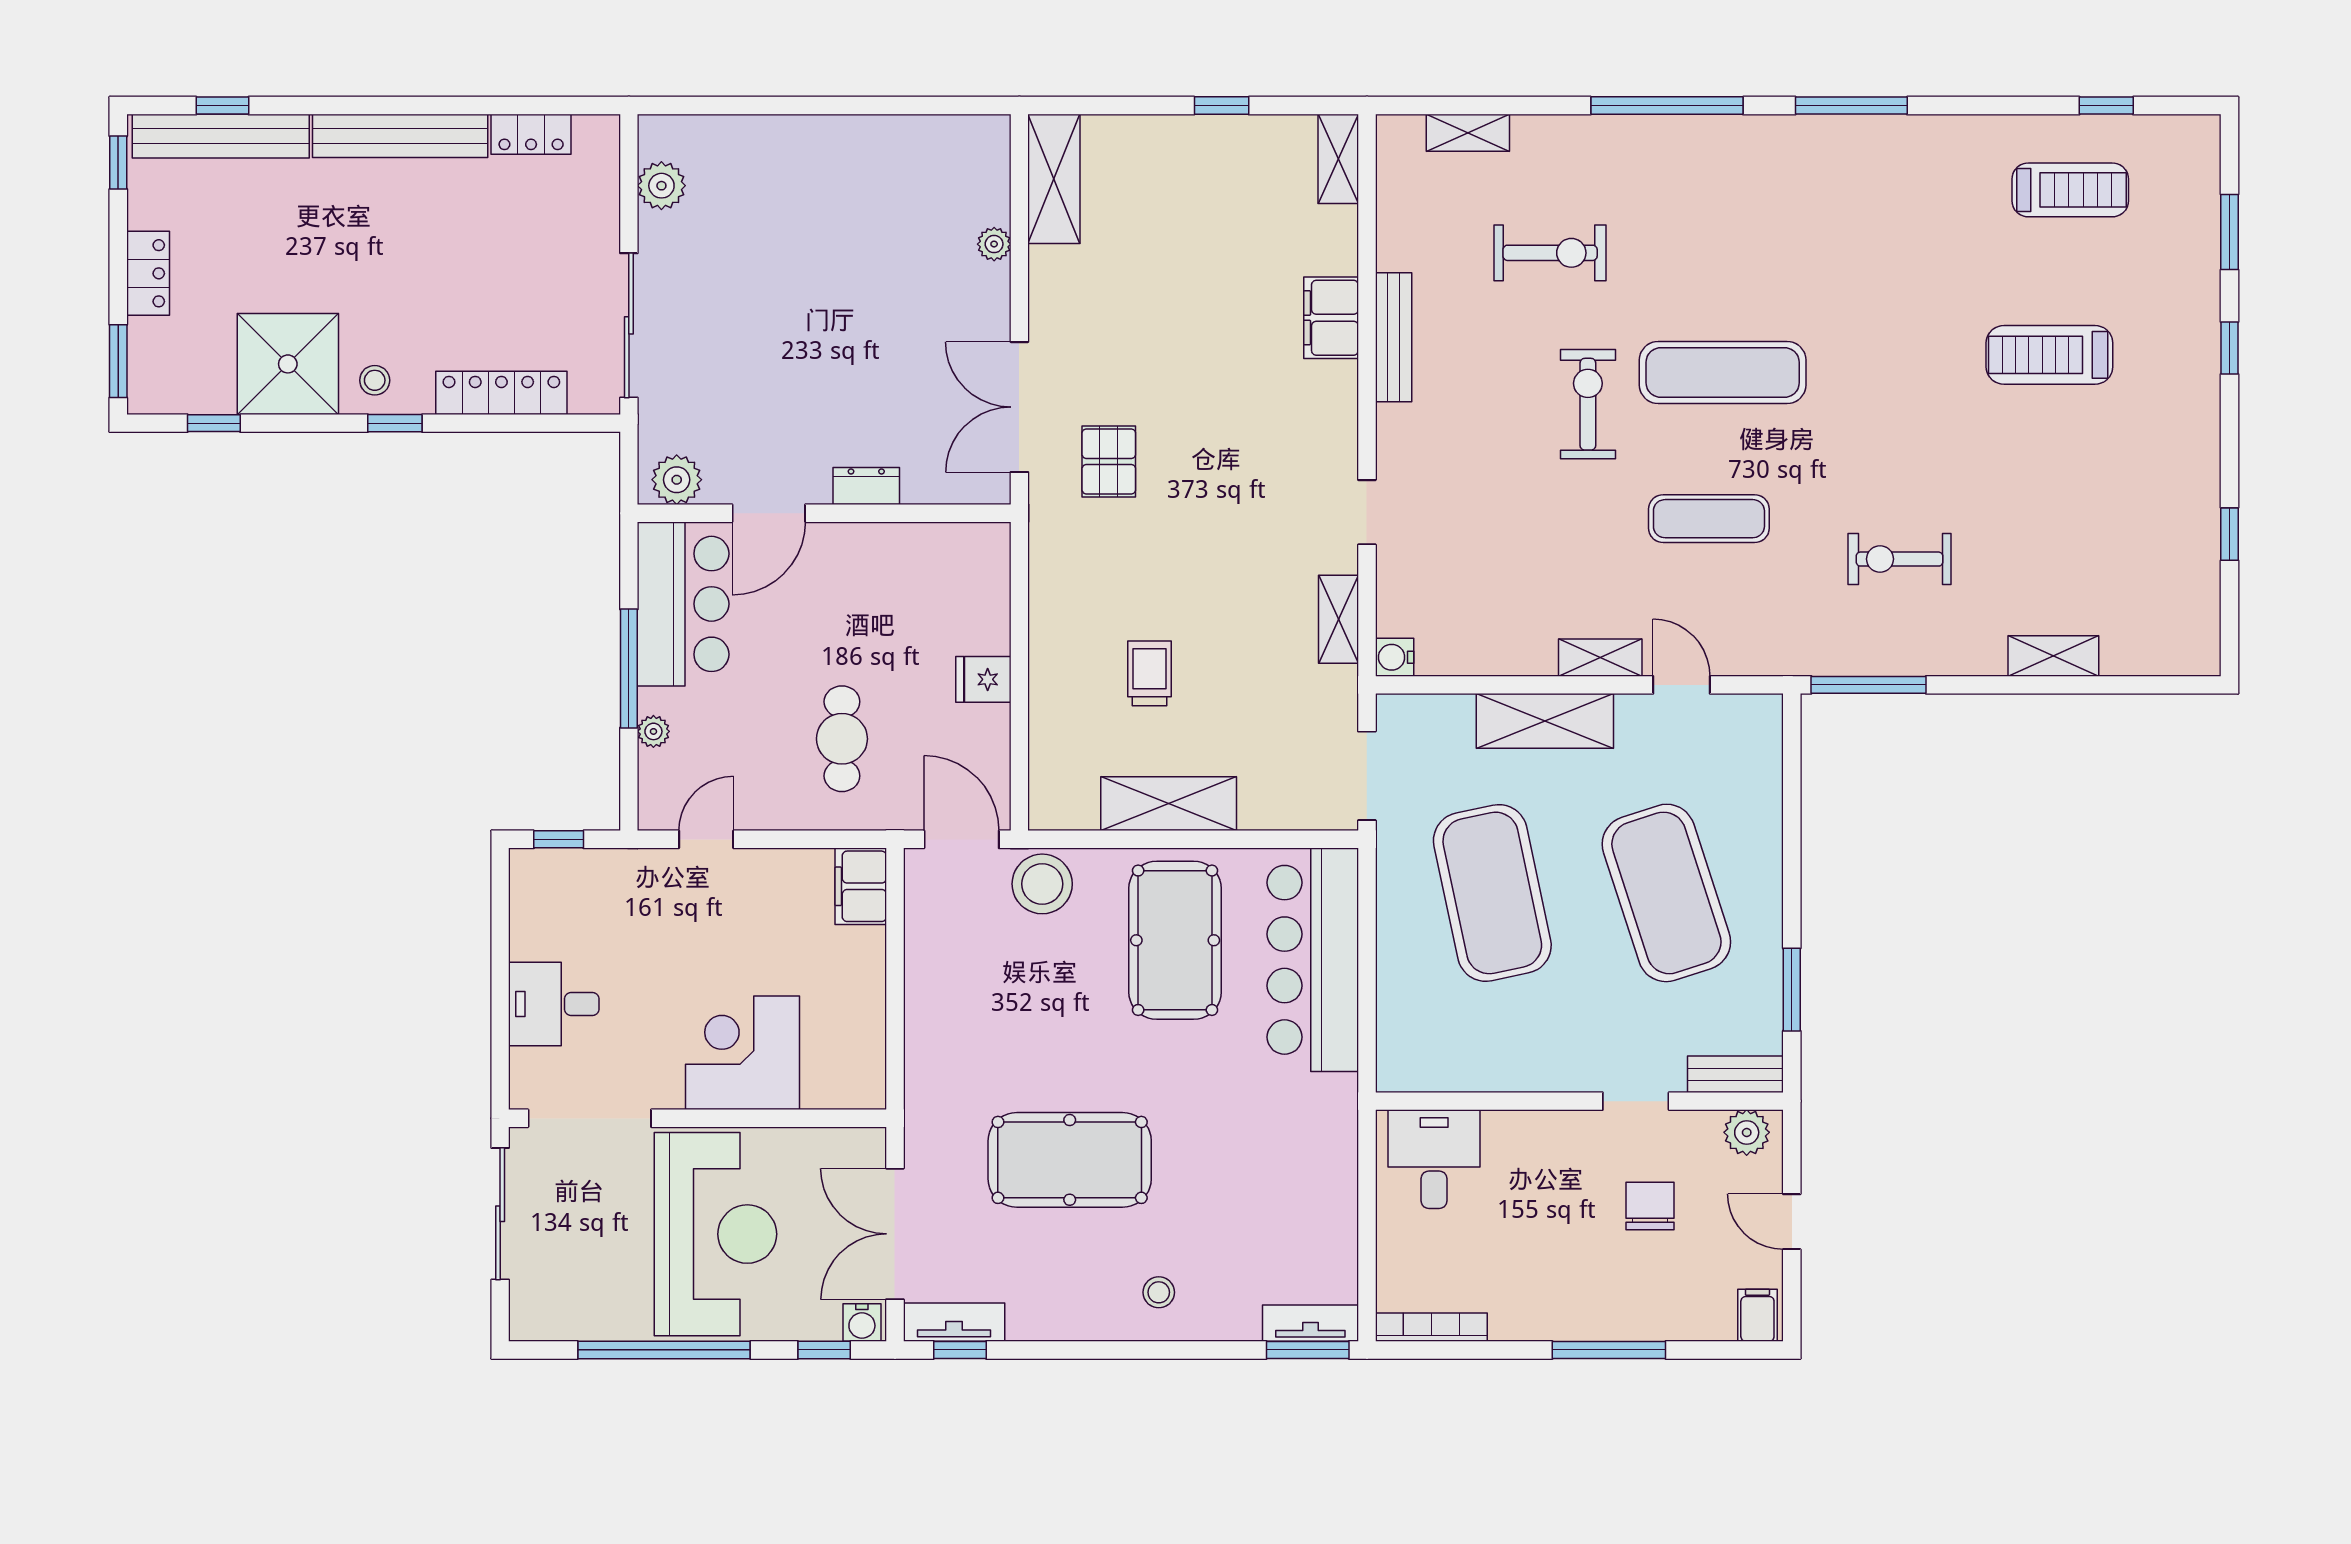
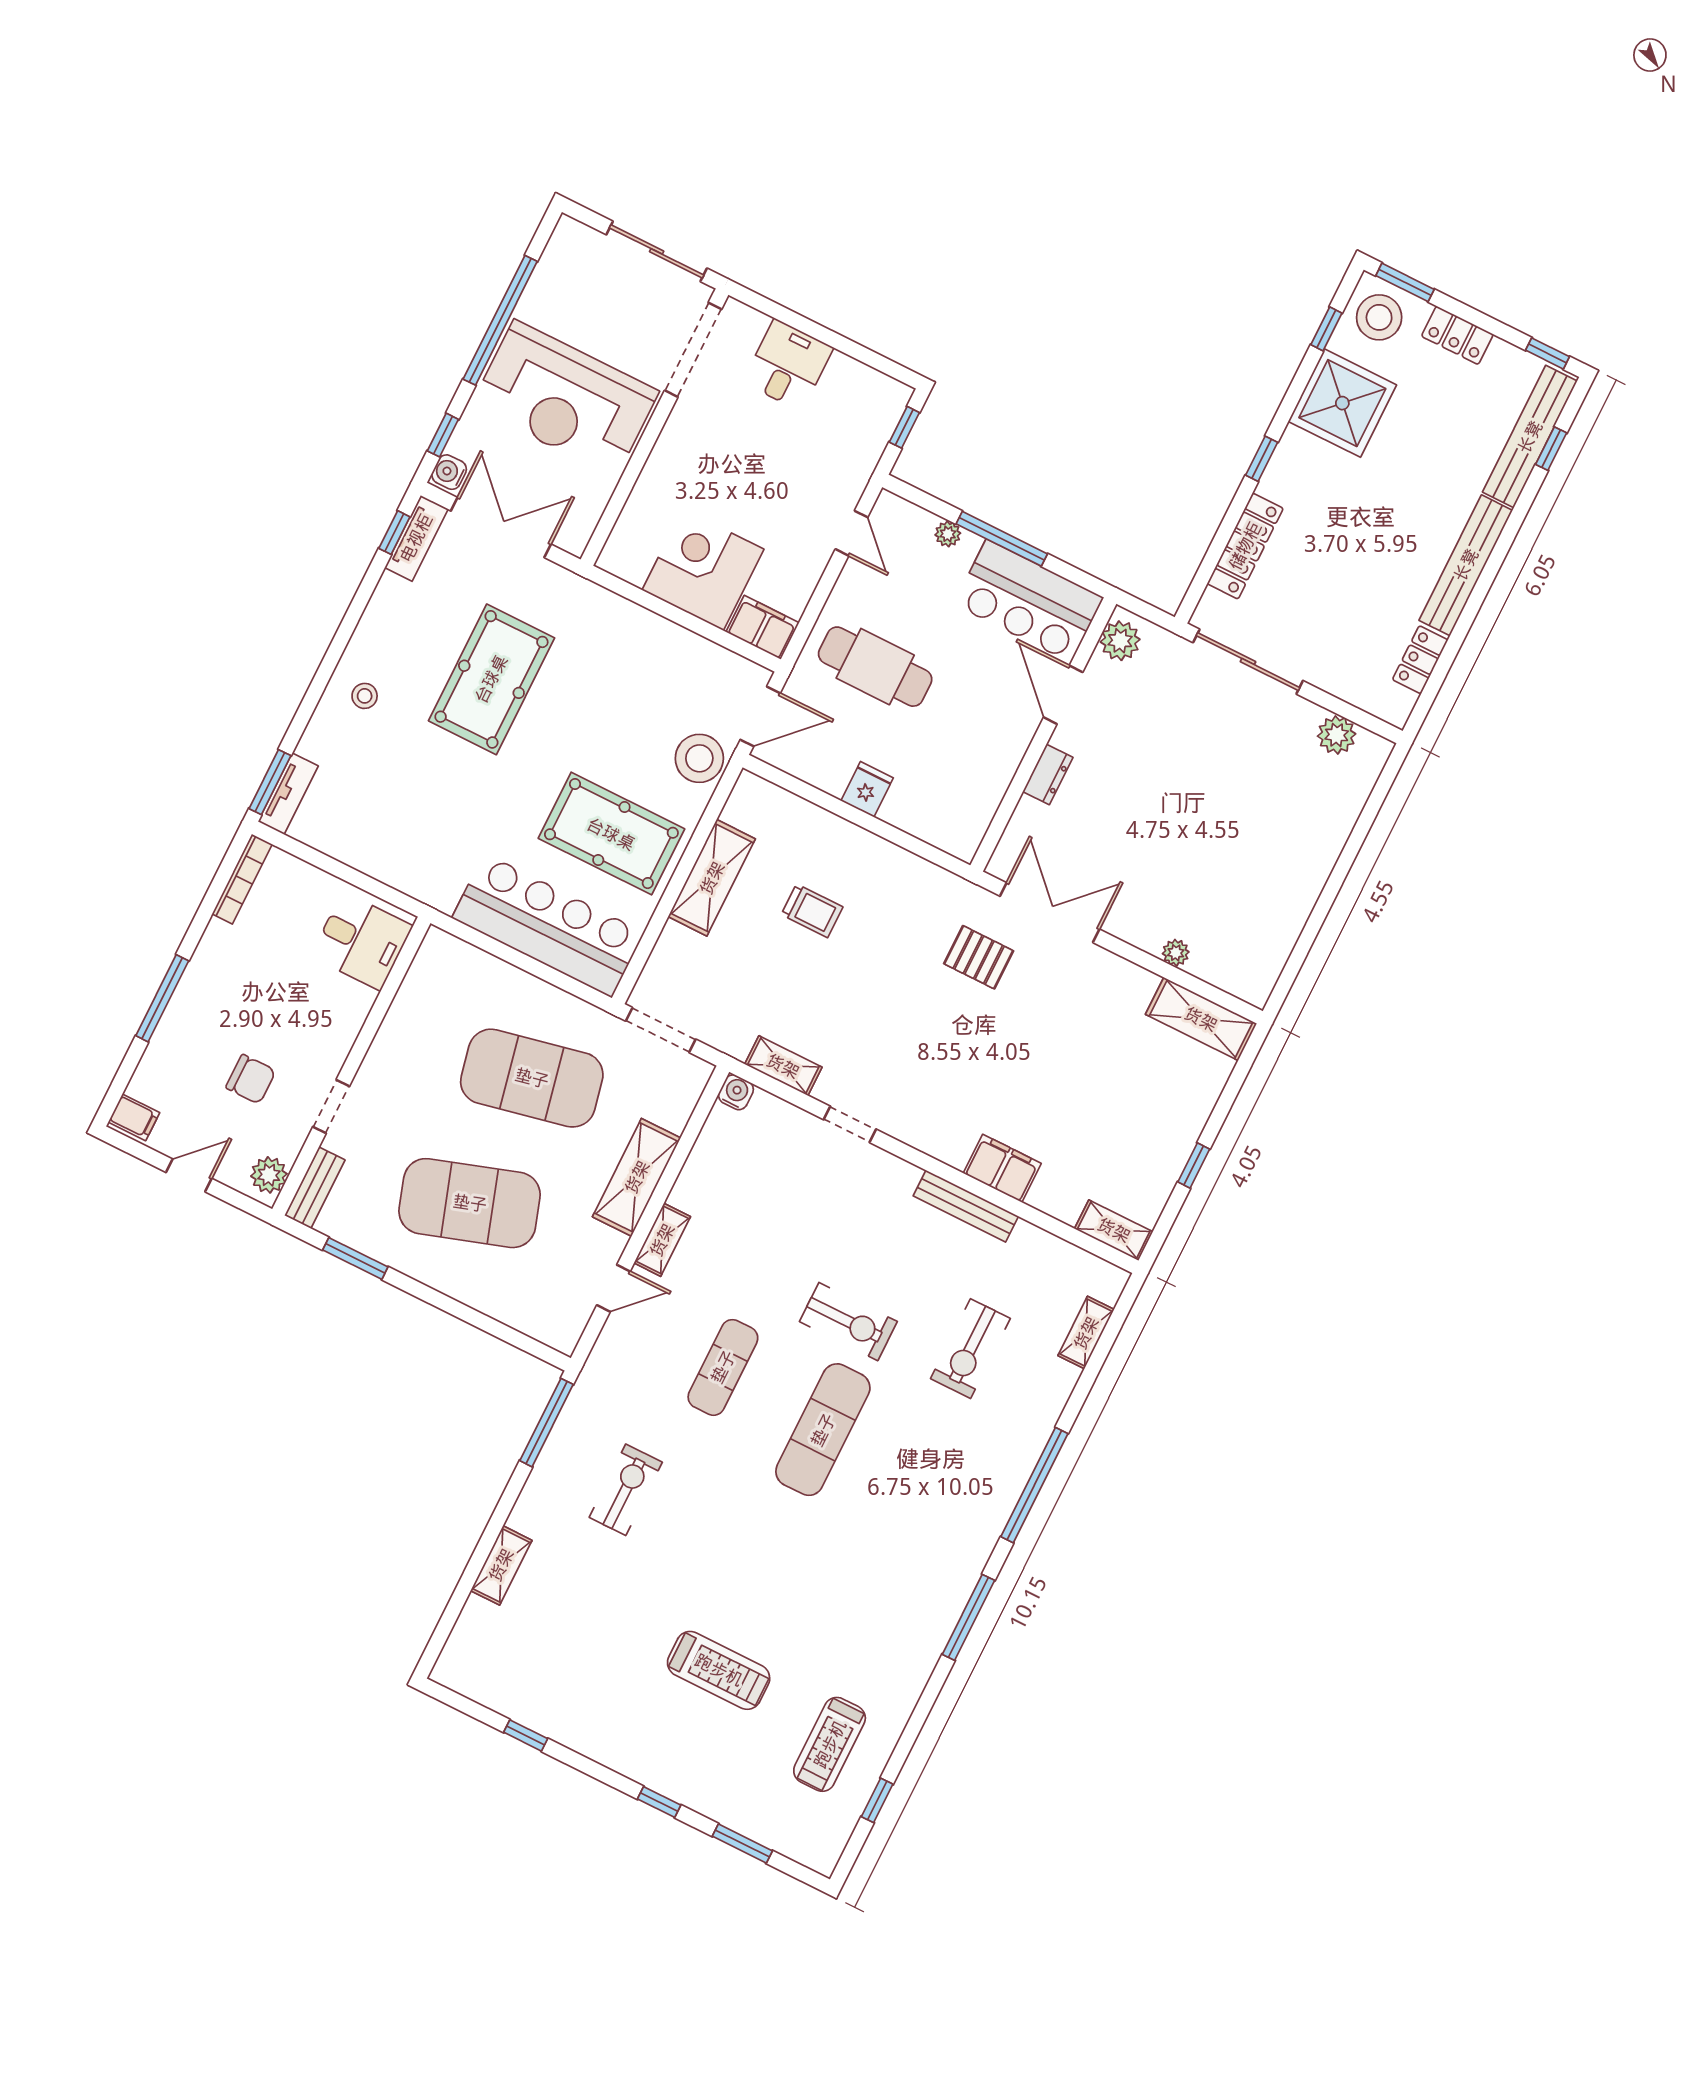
treadmill: (2049, 355) -> (719, 1670), turned 90
stool: (375, 380) -> (1379, 317), moved, width x1.89, depth x1.89
cafe table: (842, 739) -> (875, 667), width x1.37, depth x1.35
corner desk: (742, 1053) -> (703, 570), moved, turned -90

